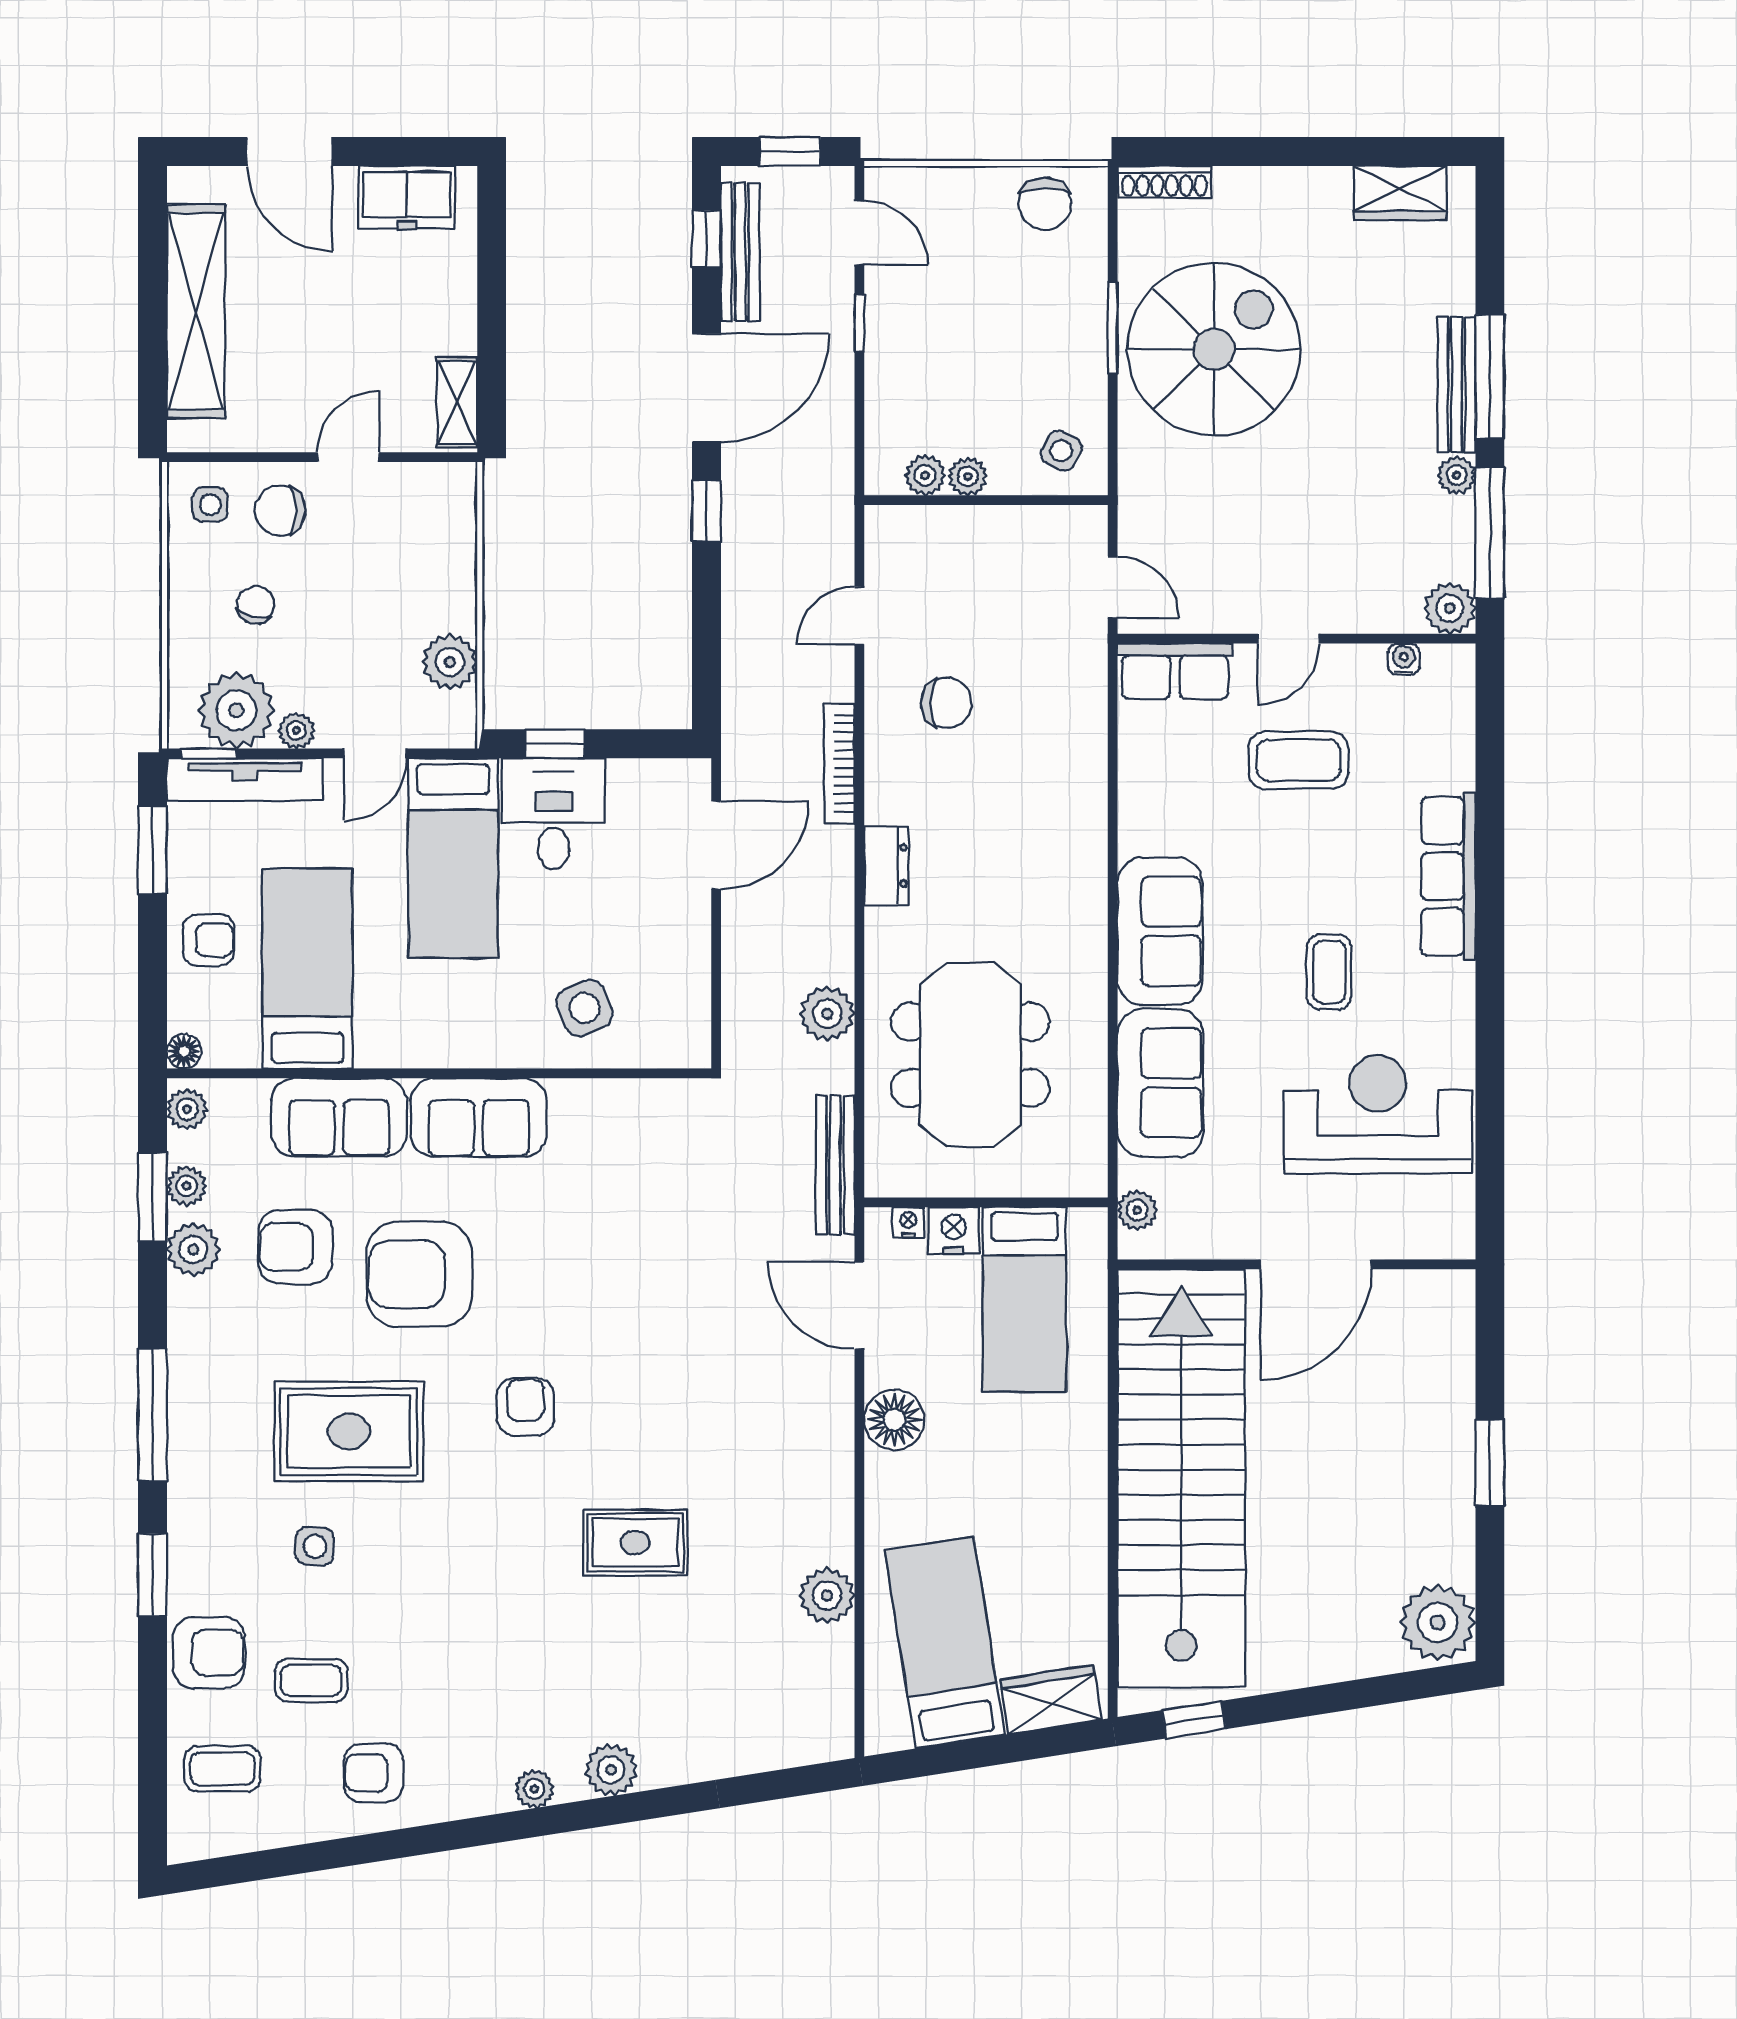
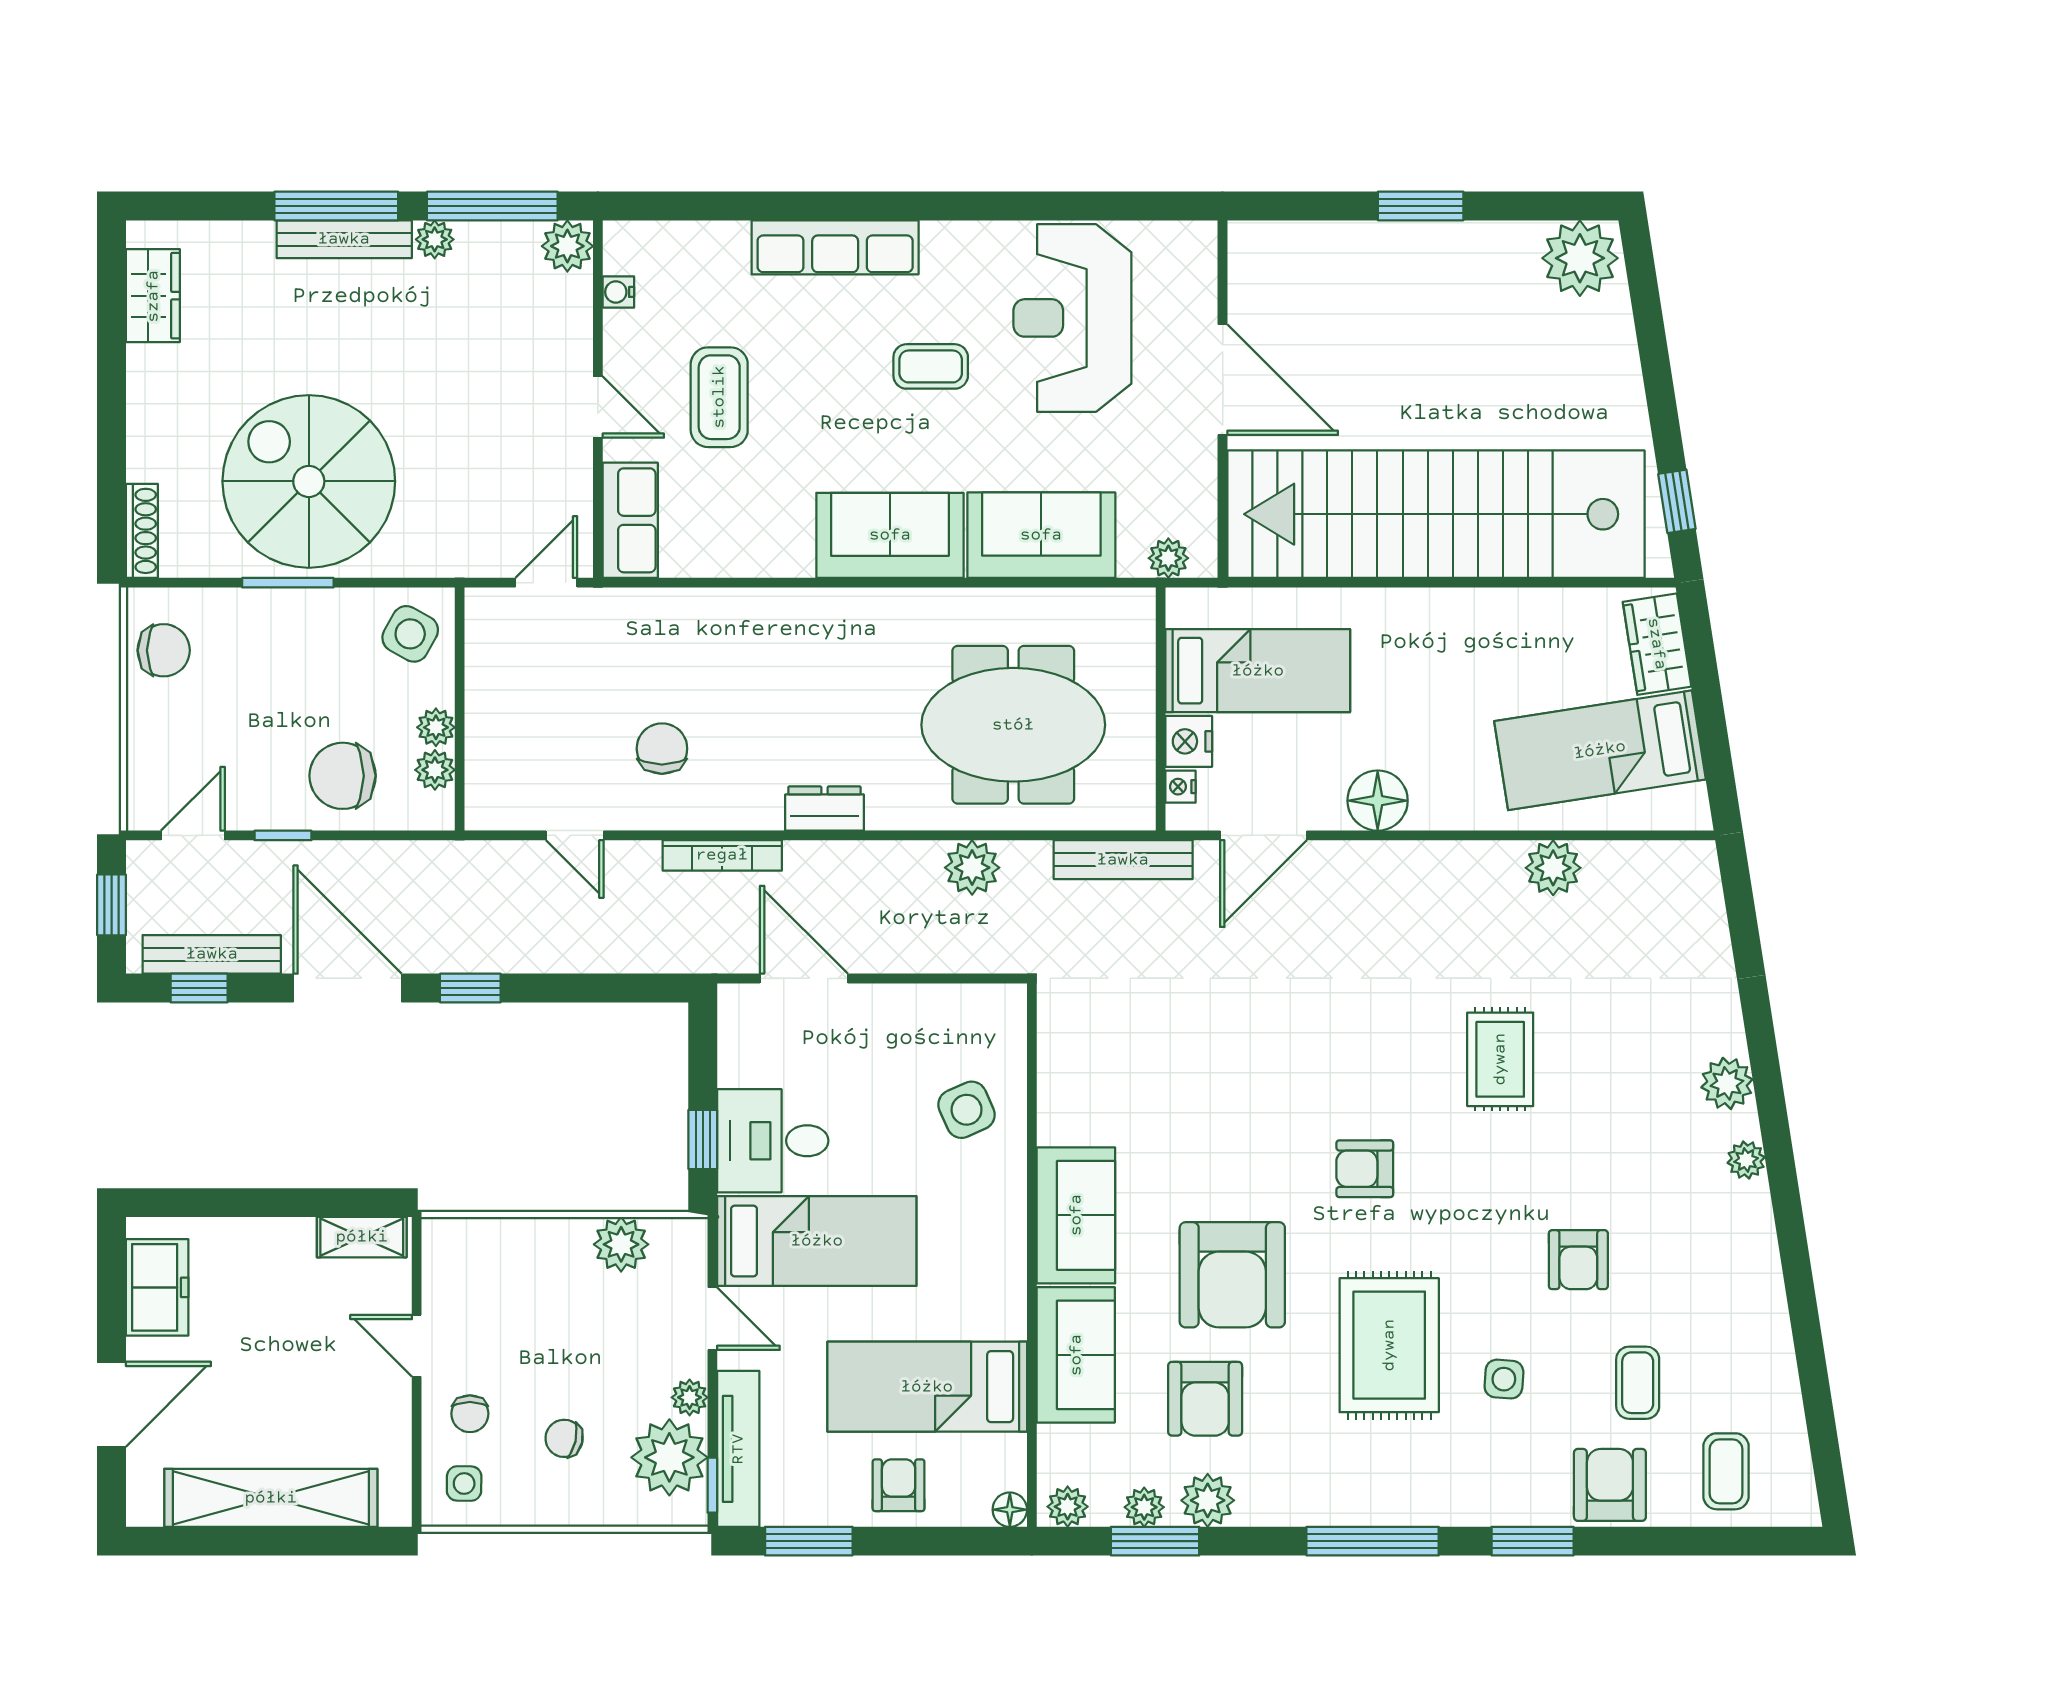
chair: (919, 383) -> (343, 776), added
side table: (1061, 451) -> (410, 634), width x1.37, depth x1.37
chair: (280, 511) -> (470, 1414), width x0.73, depth x0.73
armchair: (373, 1773) -> (1578, 1260), moved

